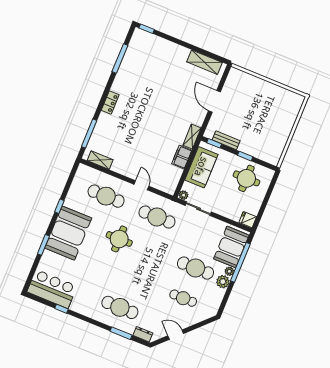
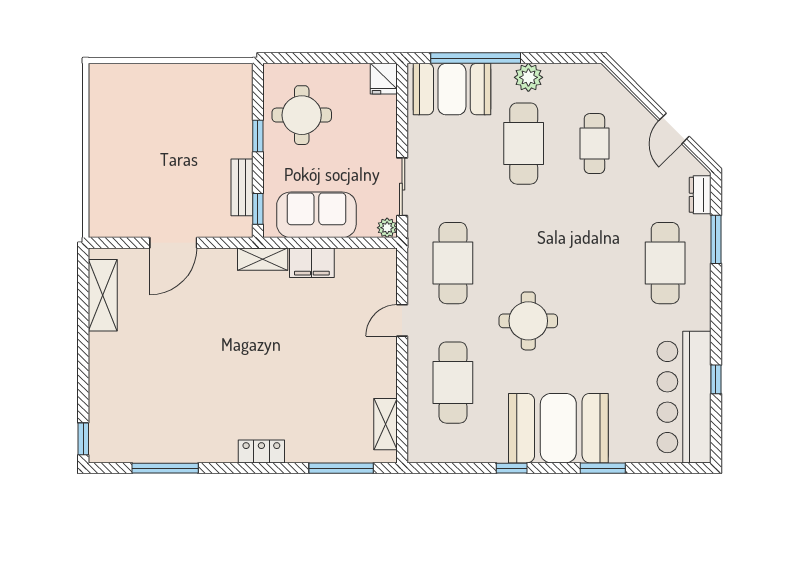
plant: (229, 271) -> (502, 73), removed
bar counter: (52, 289) -> (684, 397), width x1.36

